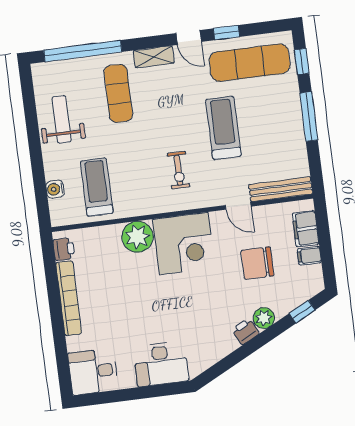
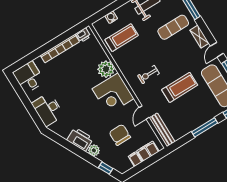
printer: (245, 331) -> (80, 139), width x1.87, depth x1.48

